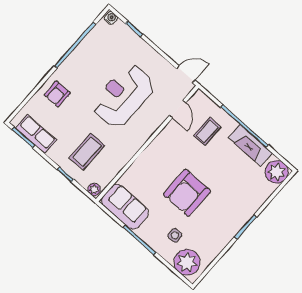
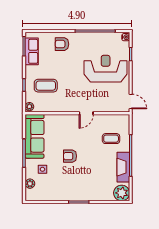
reception desk: (123, 96) -> (106, 69), moved
door: (178, 109) -> (86, 113), moved
armchair: (187, 193) -> (70, 156), width x0.53, depth x0.53
sofa: (125, 207) -> (35, 136), width x1.36
plant: (187, 262) -> (30, 184), width x0.53, depth x0.53

